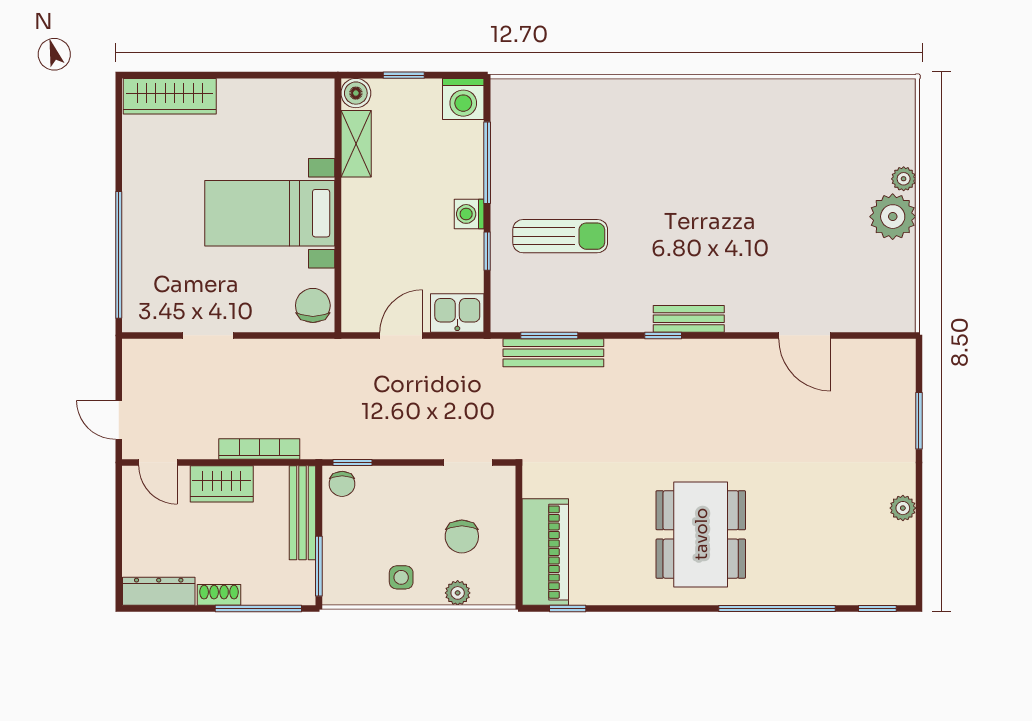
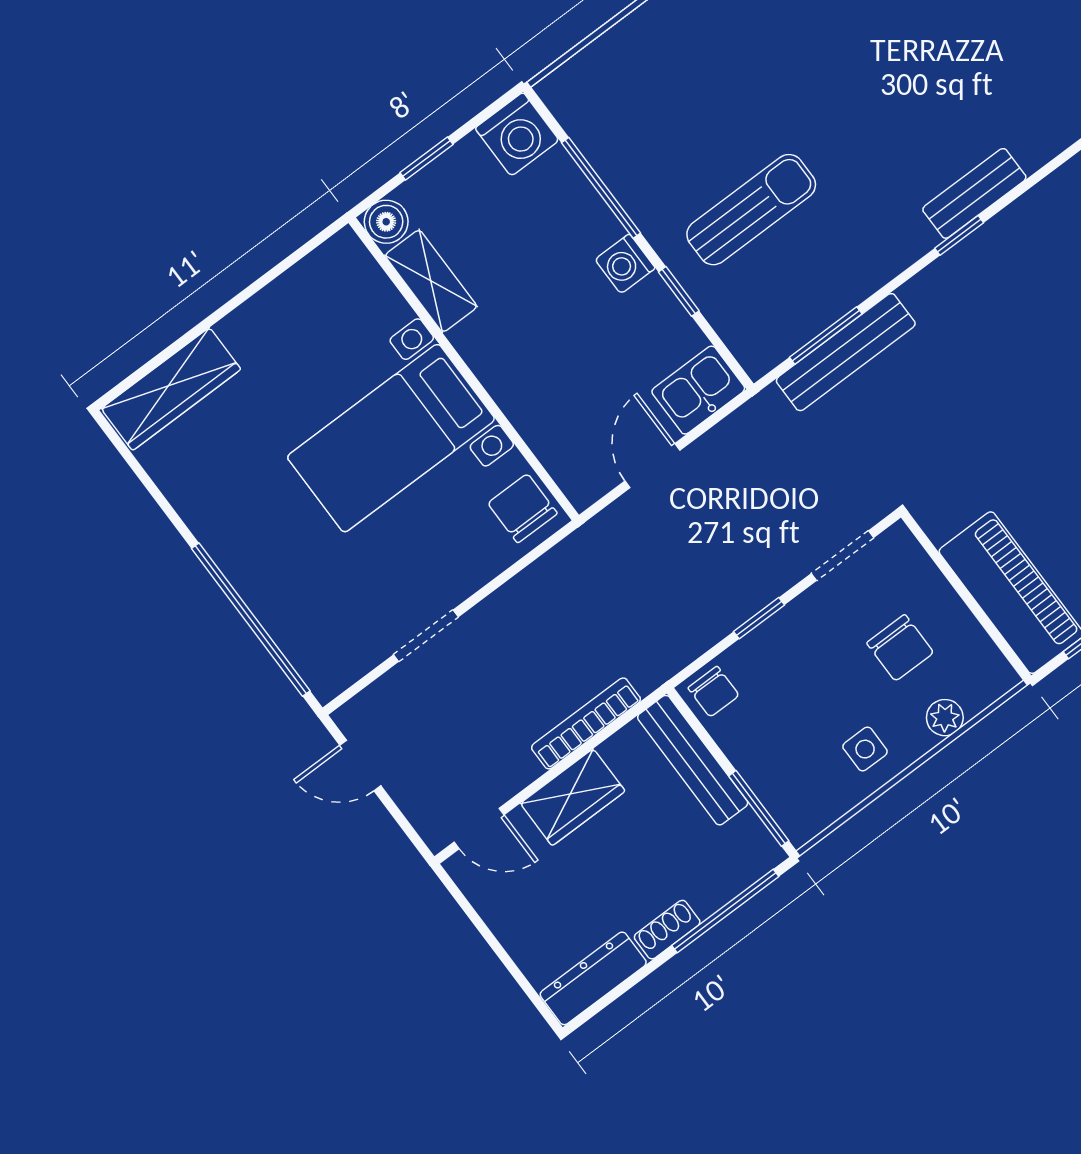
door: (119, 420) -> (360, 765), moved
window: (352, 462) -> (759, 618), moved

